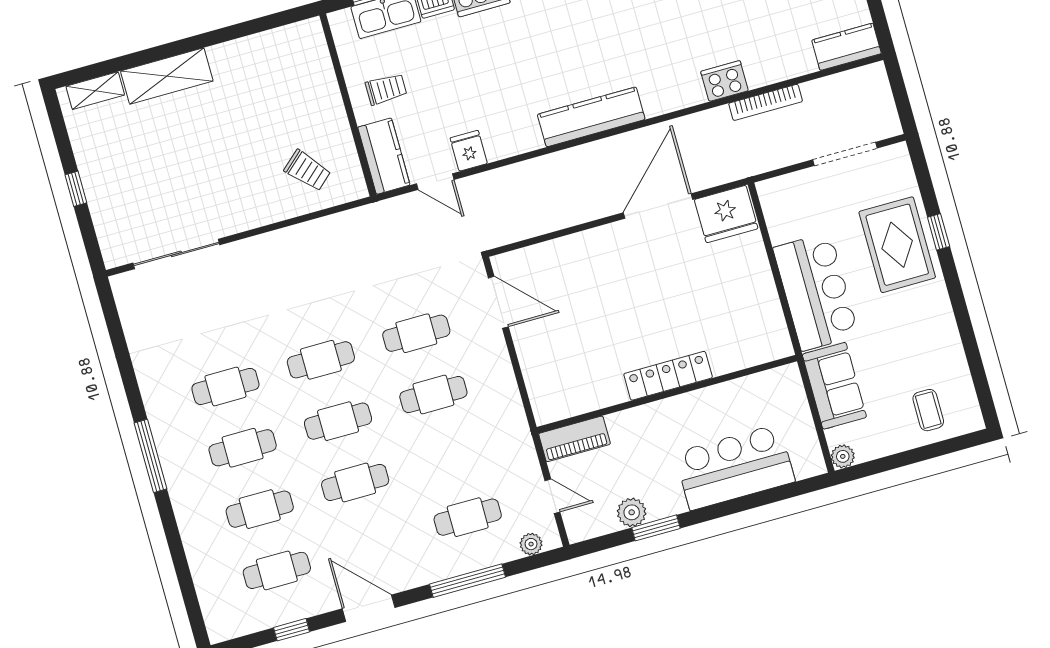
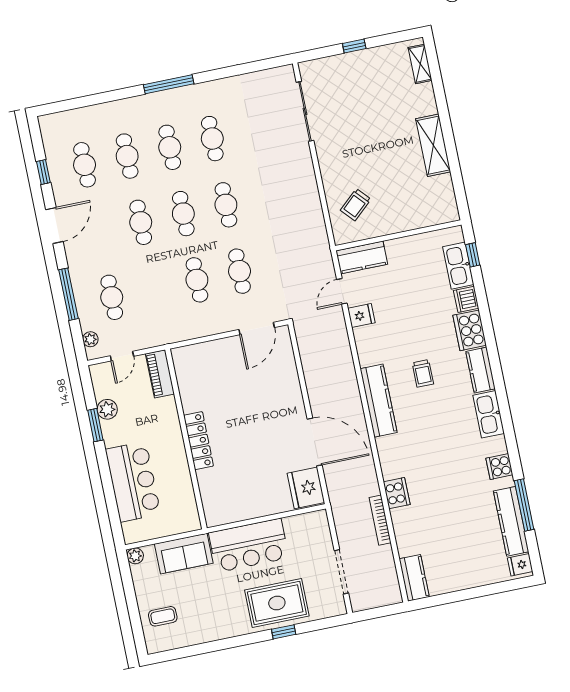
shelving: (167, 76) -> (433, 145), moved
trolley: (386, 89) -> (423, 373), moved

